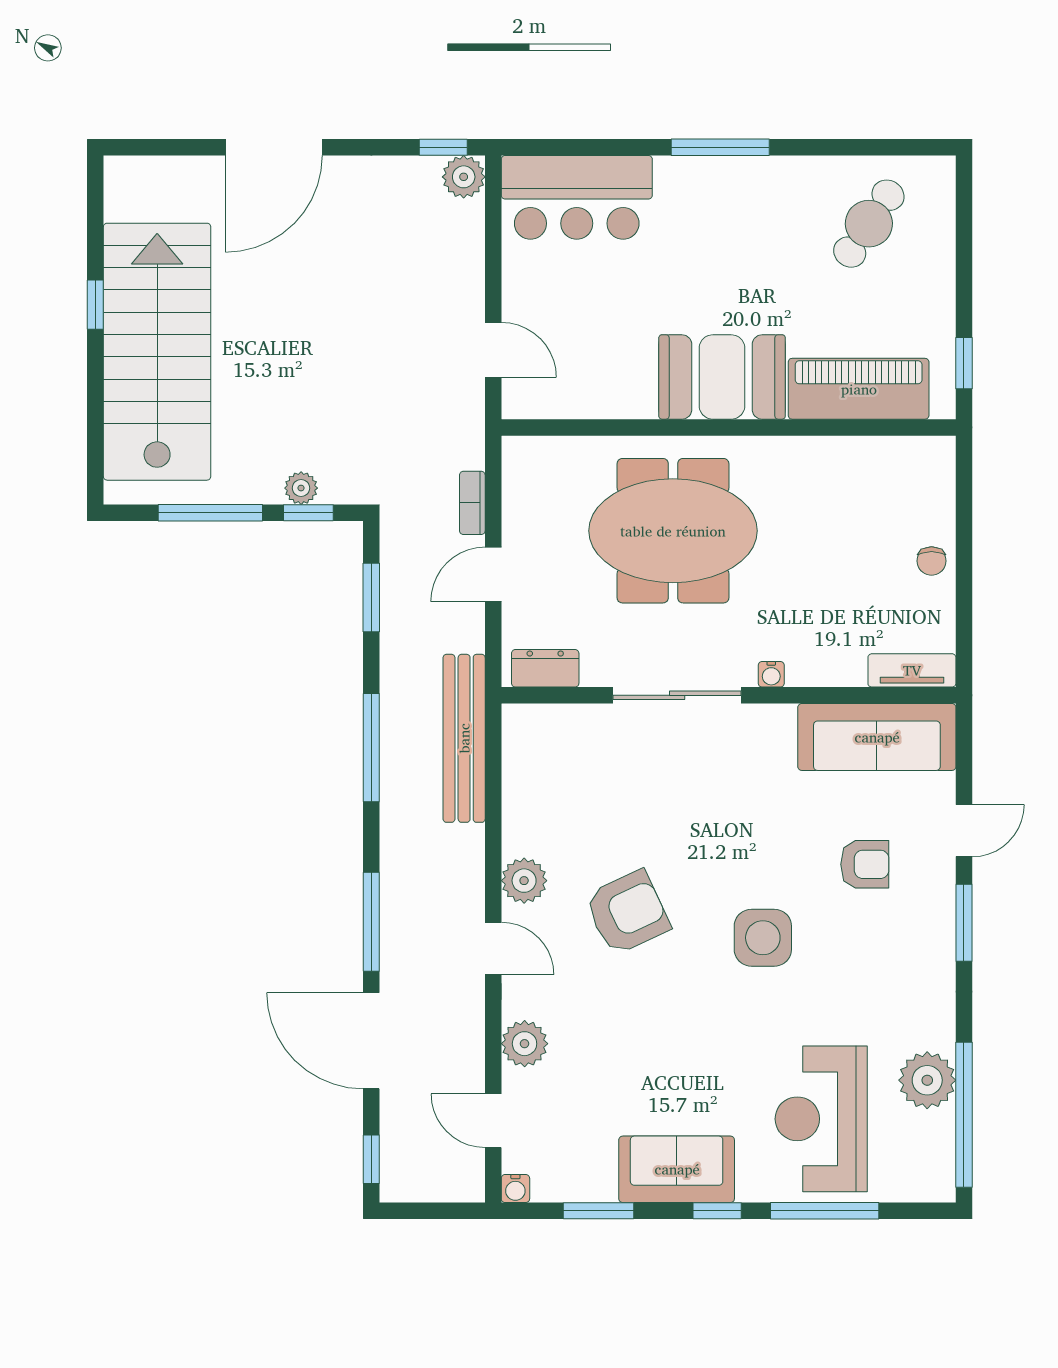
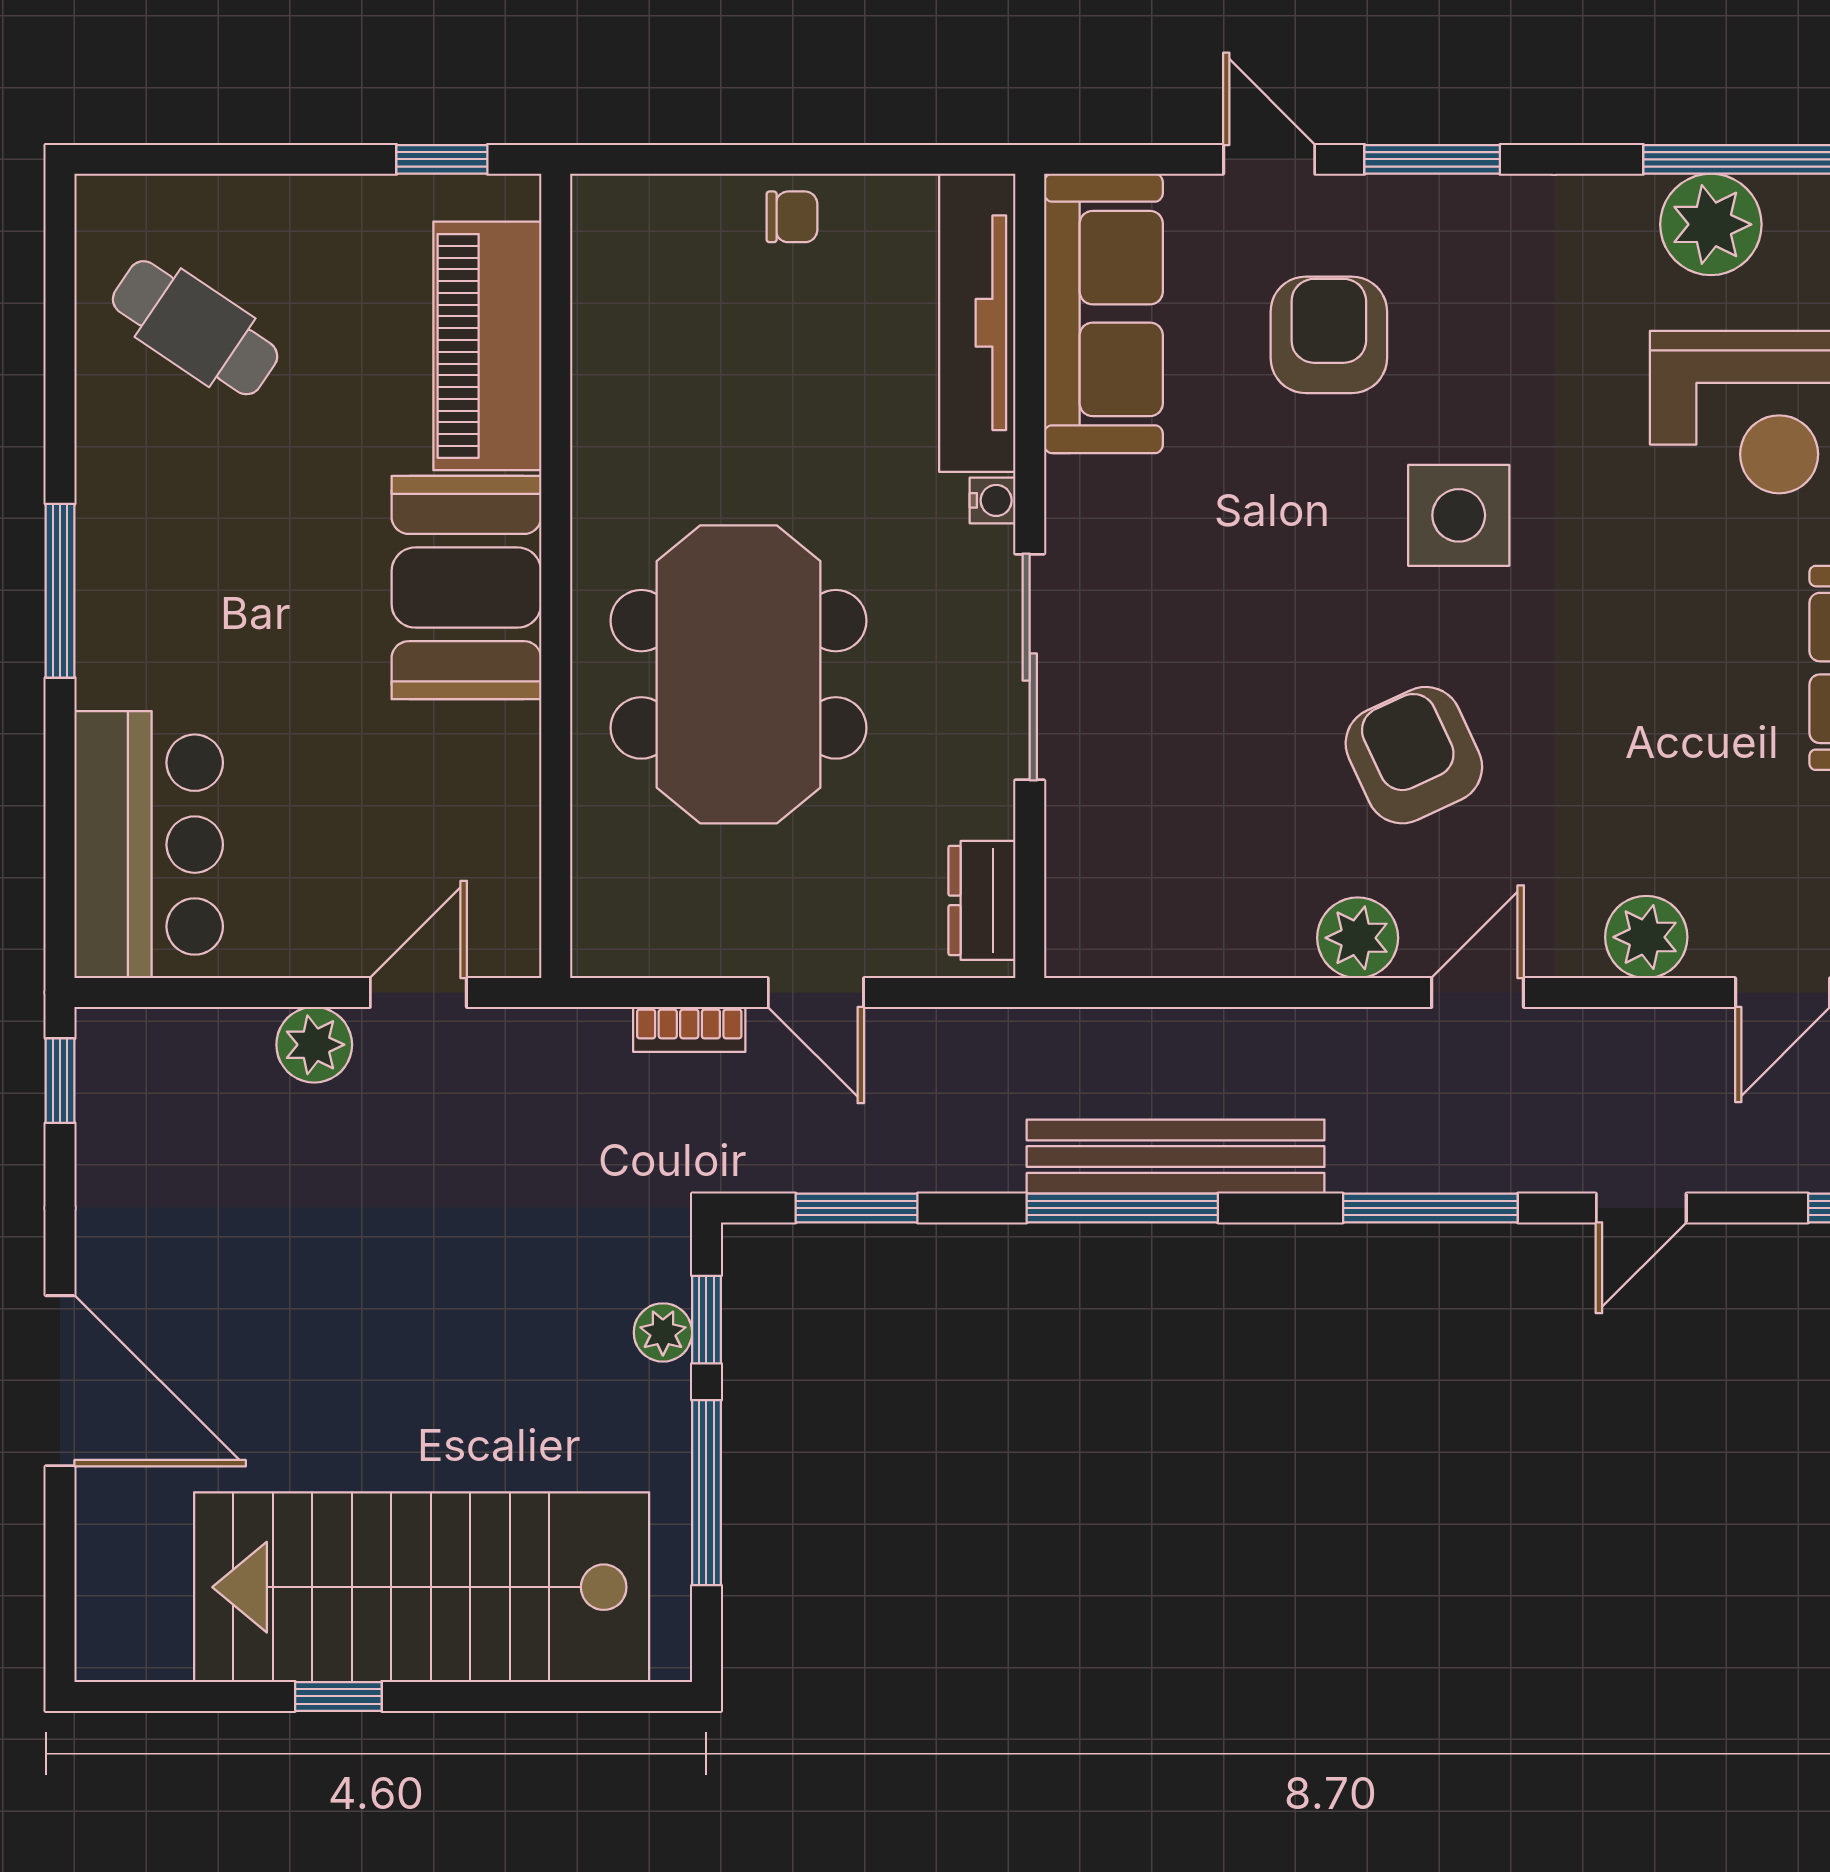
plant: (464, 177) -> (314, 1045), moved
tv unit: (912, 670) -> (977, 323), width x1.92, depth x1.29
bench: (464, 738) -> (1176, 1157), moved
armchair: (865, 864) -> (1329, 335), width x1.38, depth x1.38
door: (371, 1041) -> (1641, 1208), width x0.53

